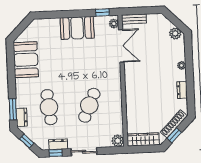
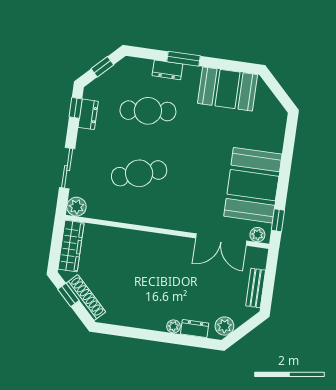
bench: (134, 19) -> (256, 288), moved
booth: (77, 28) -> (253, 185), width x1.36, depth x1.42
dresser: (182, 90) -> (195, 329), moved
cafe table: (89, 105) -> (139, 173), turned -42
window: (13, 109) -> (183, 59), moved
dresser: (22, 117) -> (167, 70), moved
sliding door: (84, 152) -> (67, 168), moved

